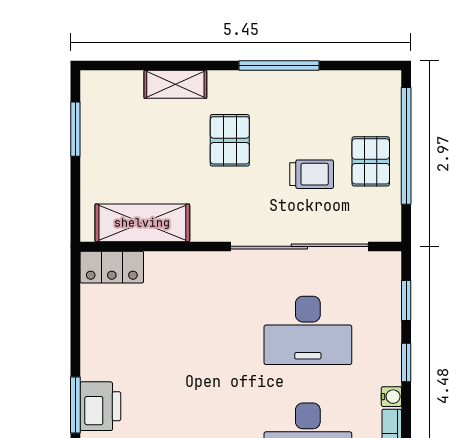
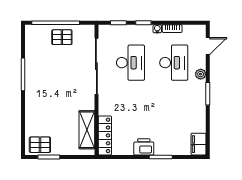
shelving: (175, 84) -> (31, 116), removed
pallet: (230, 140) -> (40, 145), moved
trolley: (312, 174) -> (67, 61), removed
locker: (112, 267) -> (105, 135), width x1.53
printer: (100, 406) -> (144, 147), moved

